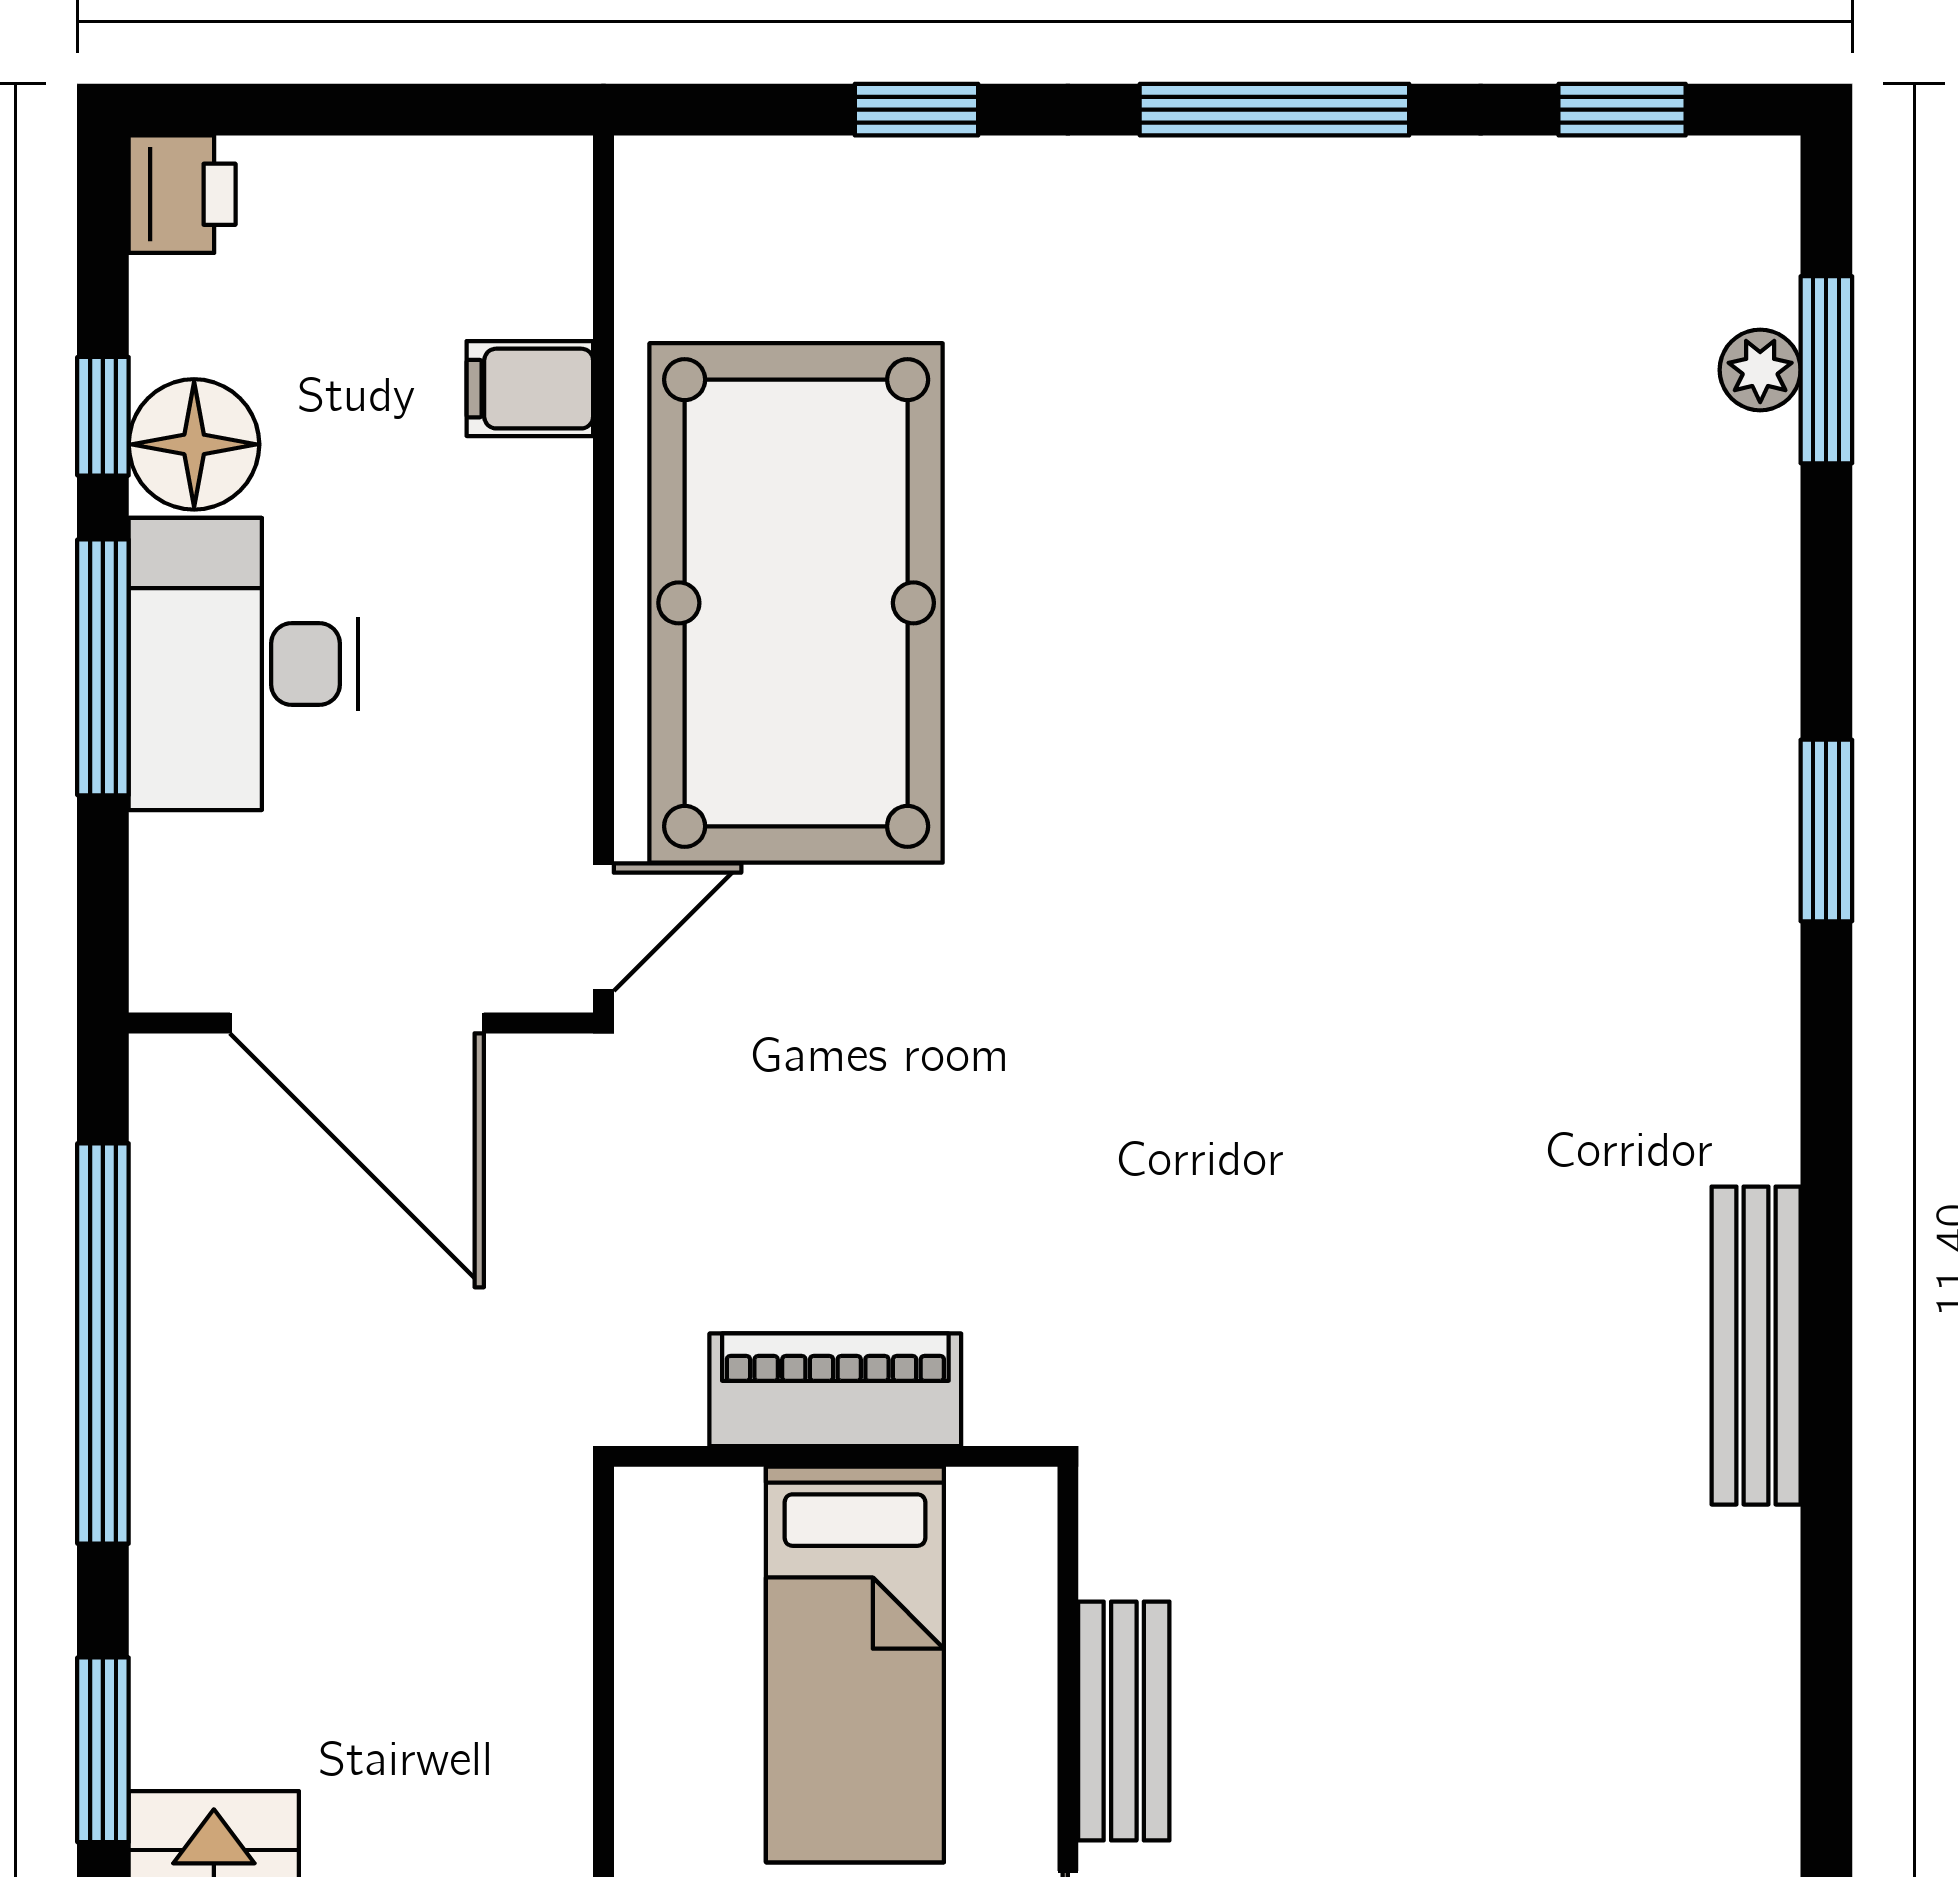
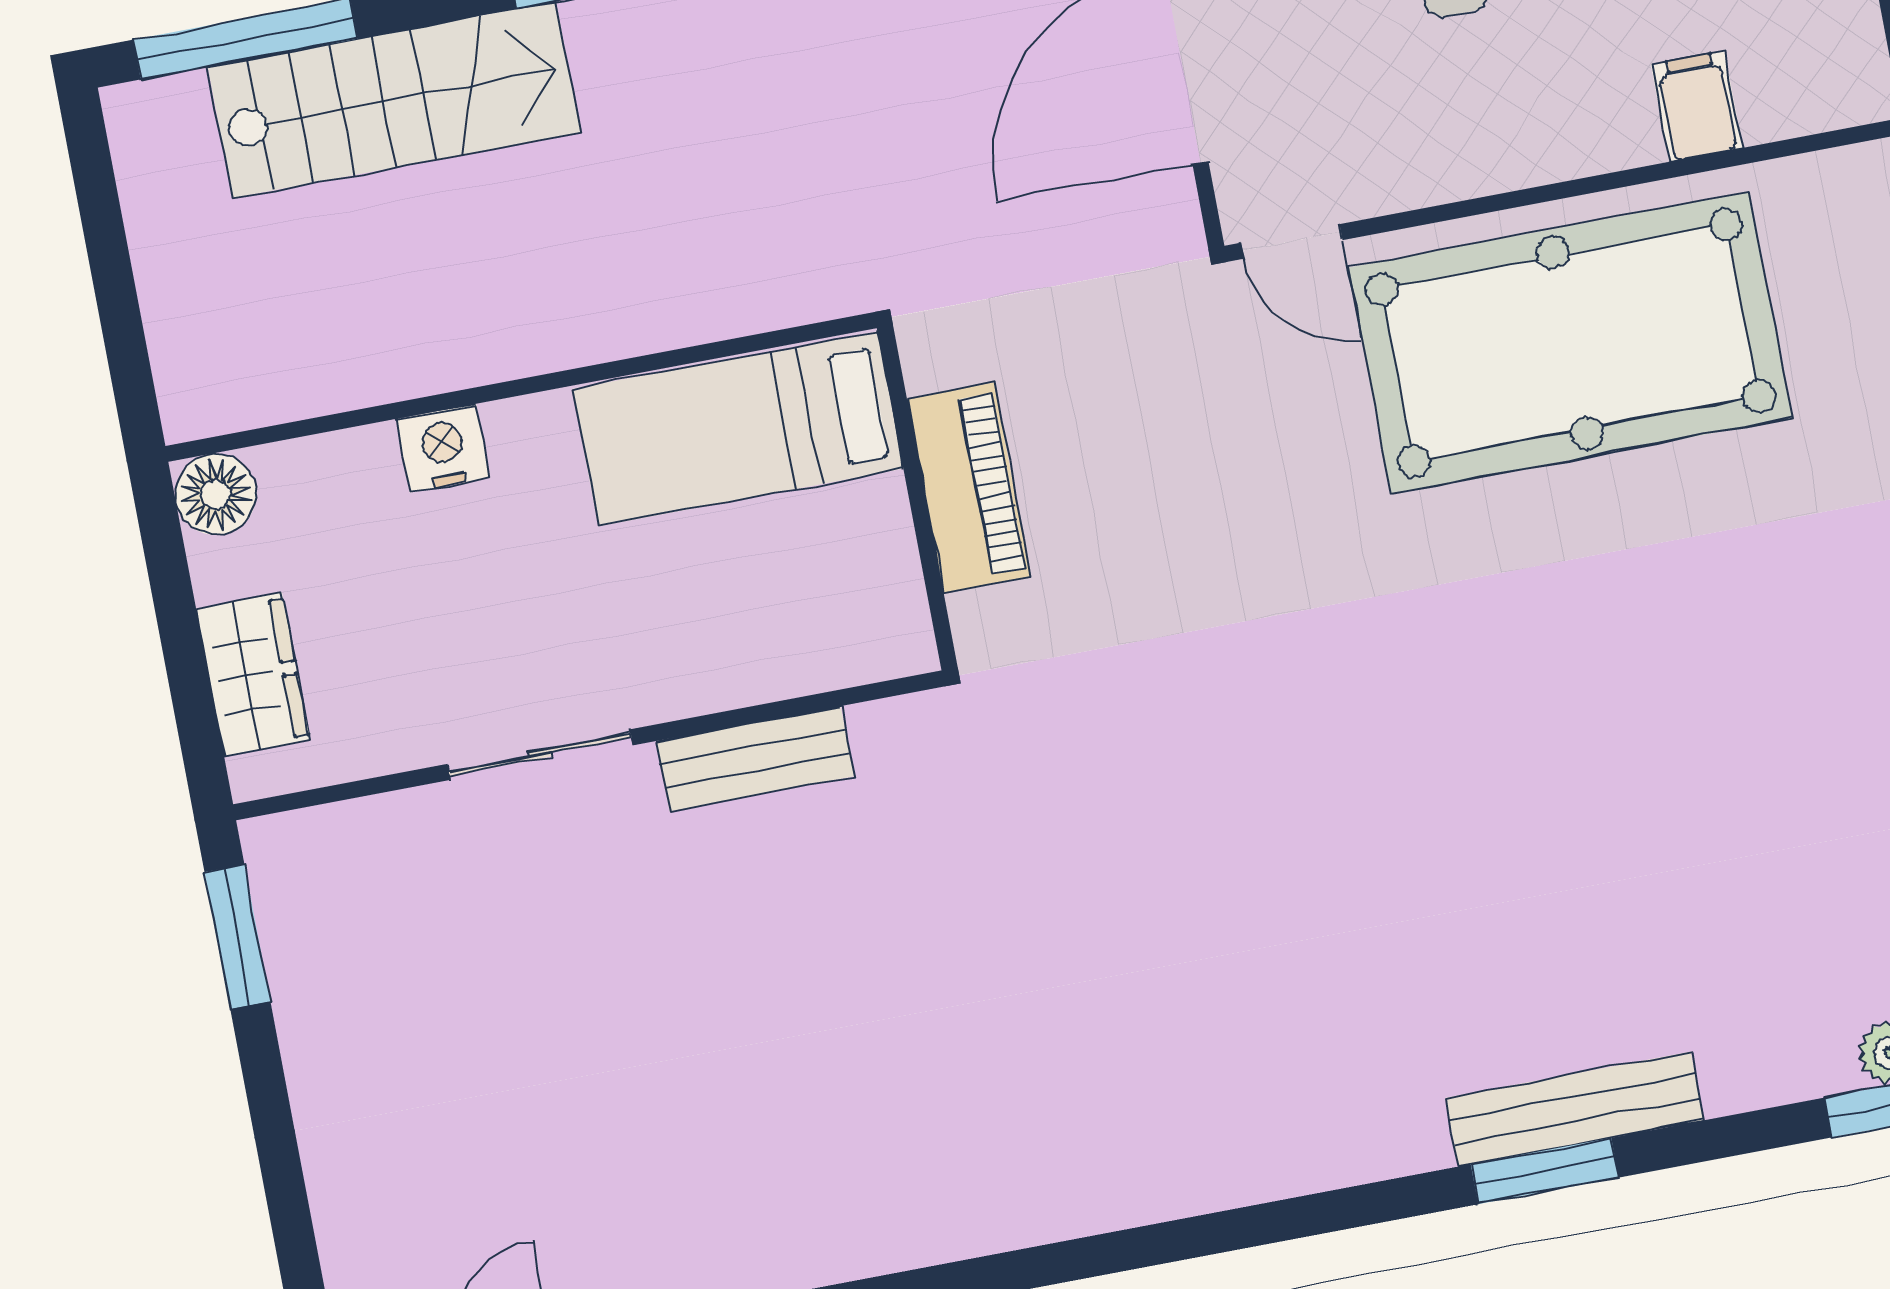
bench: (1756, 1346) -> (1574, 1109), moved
bed: (855, 1665) -> (738, 429), moved

